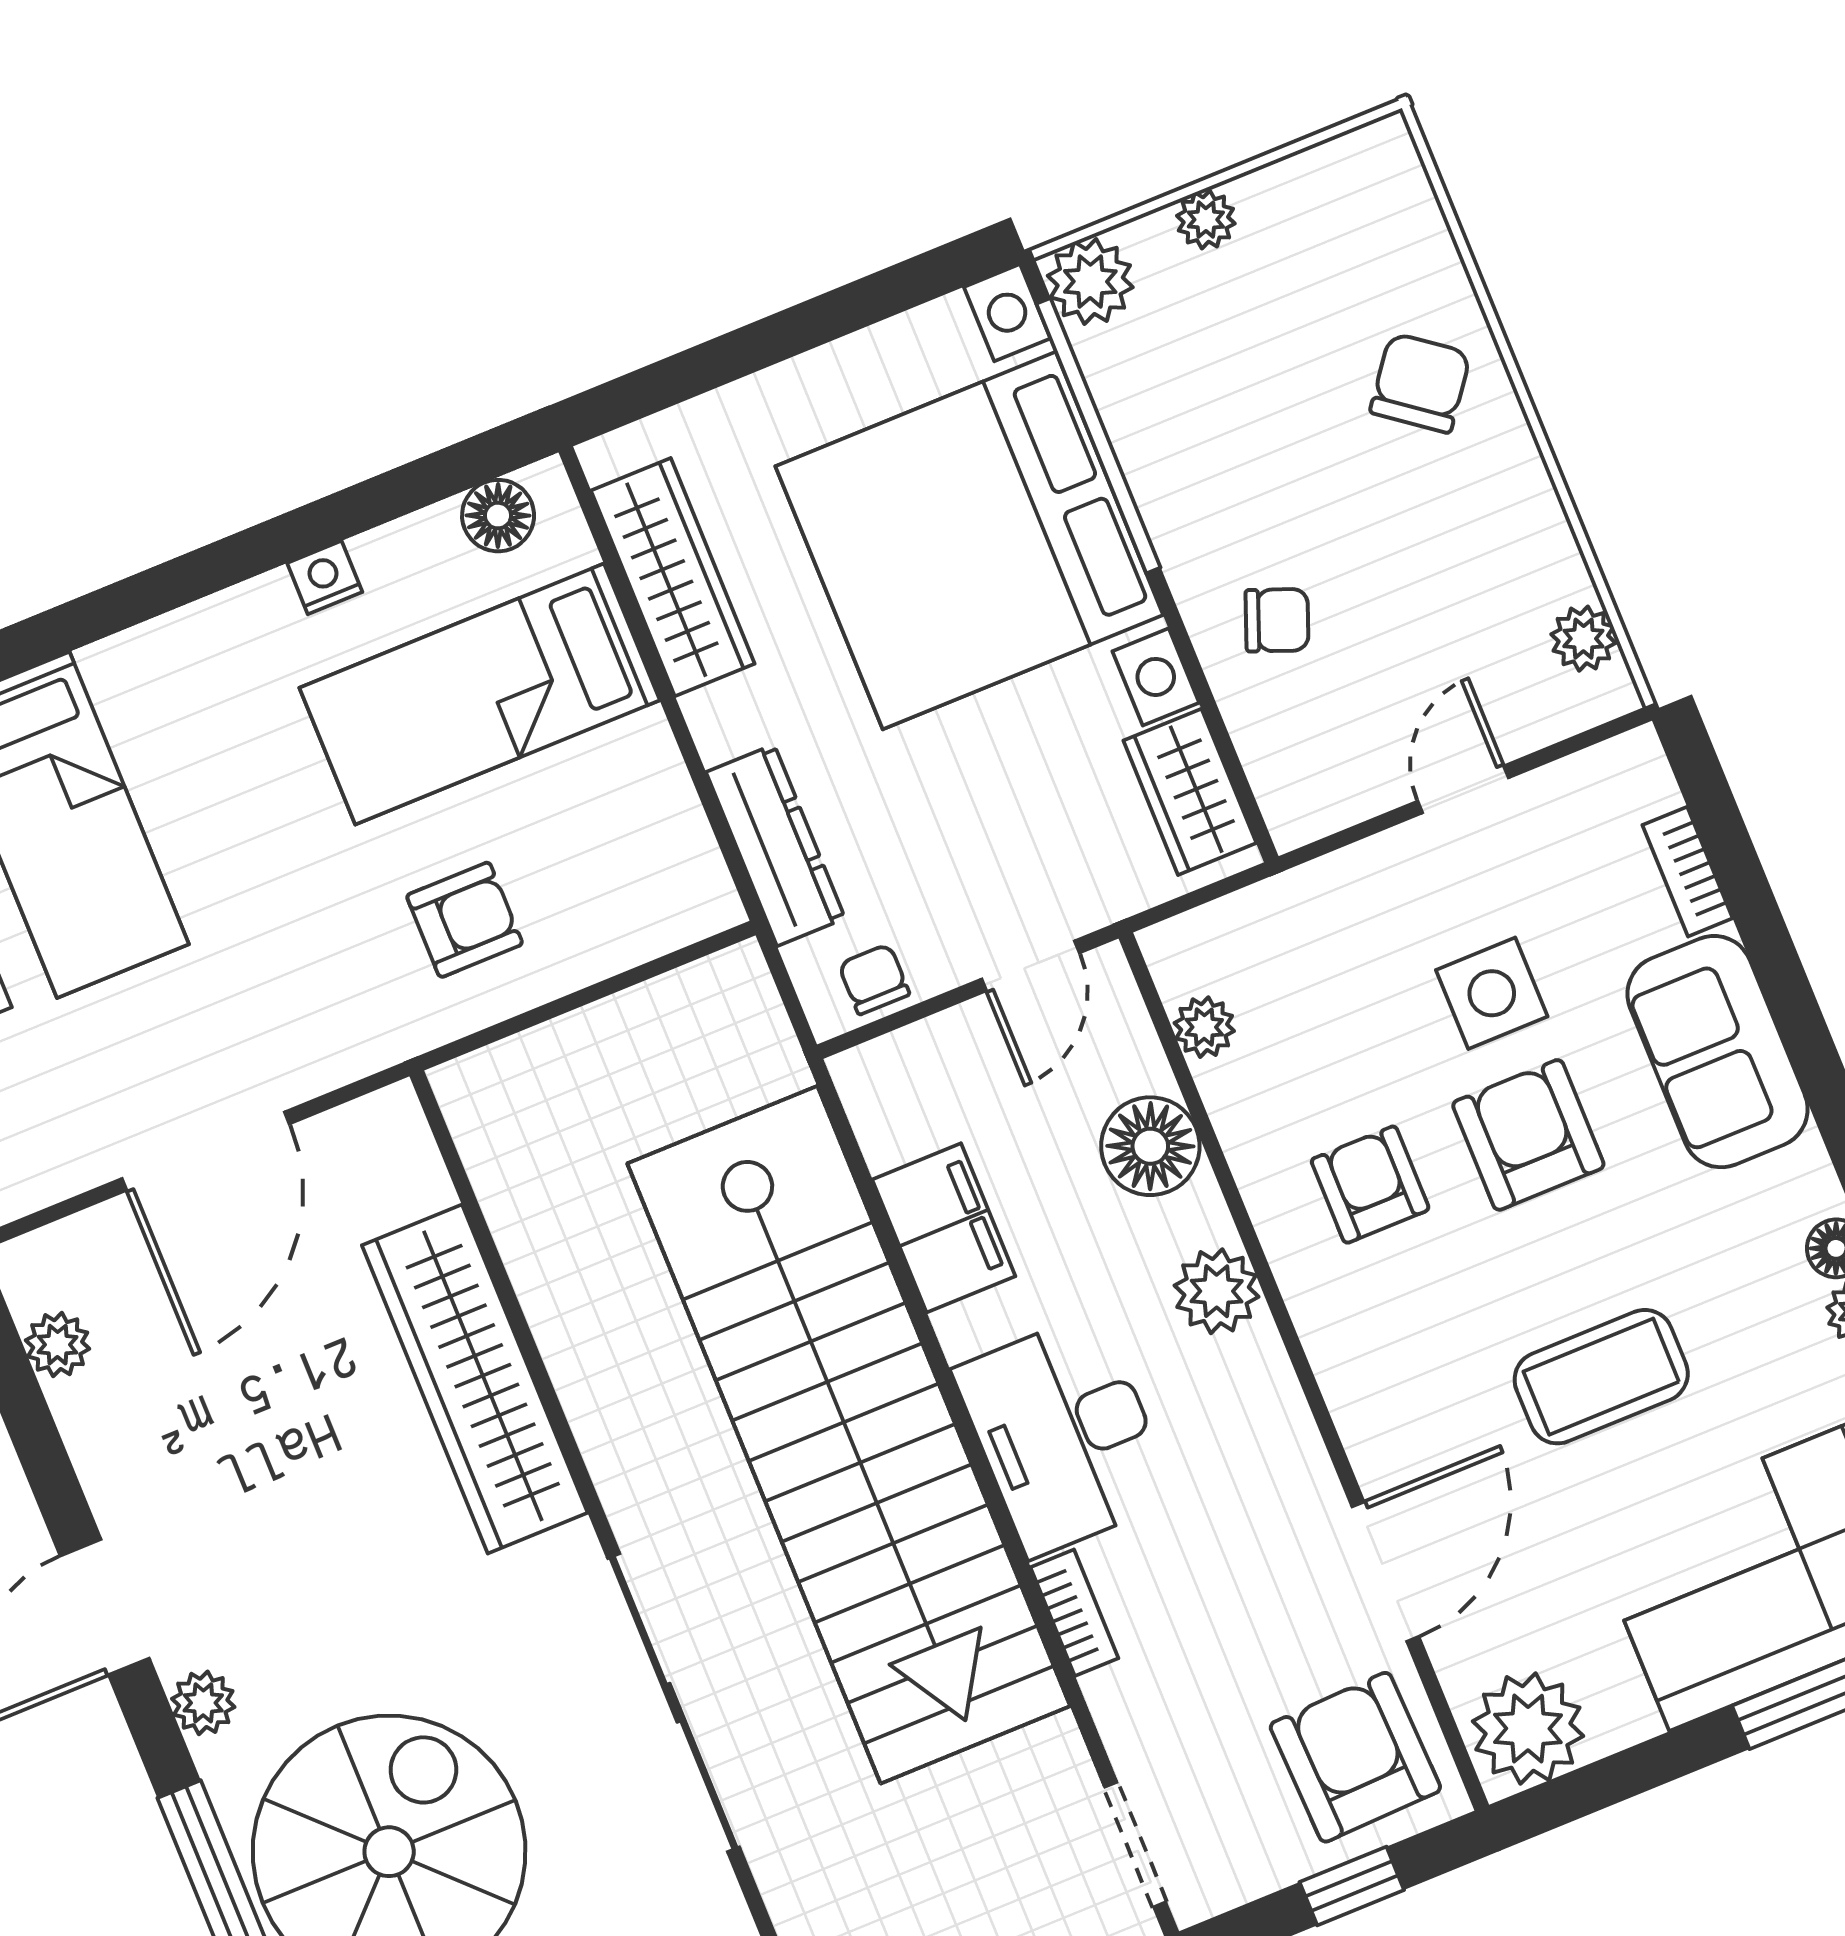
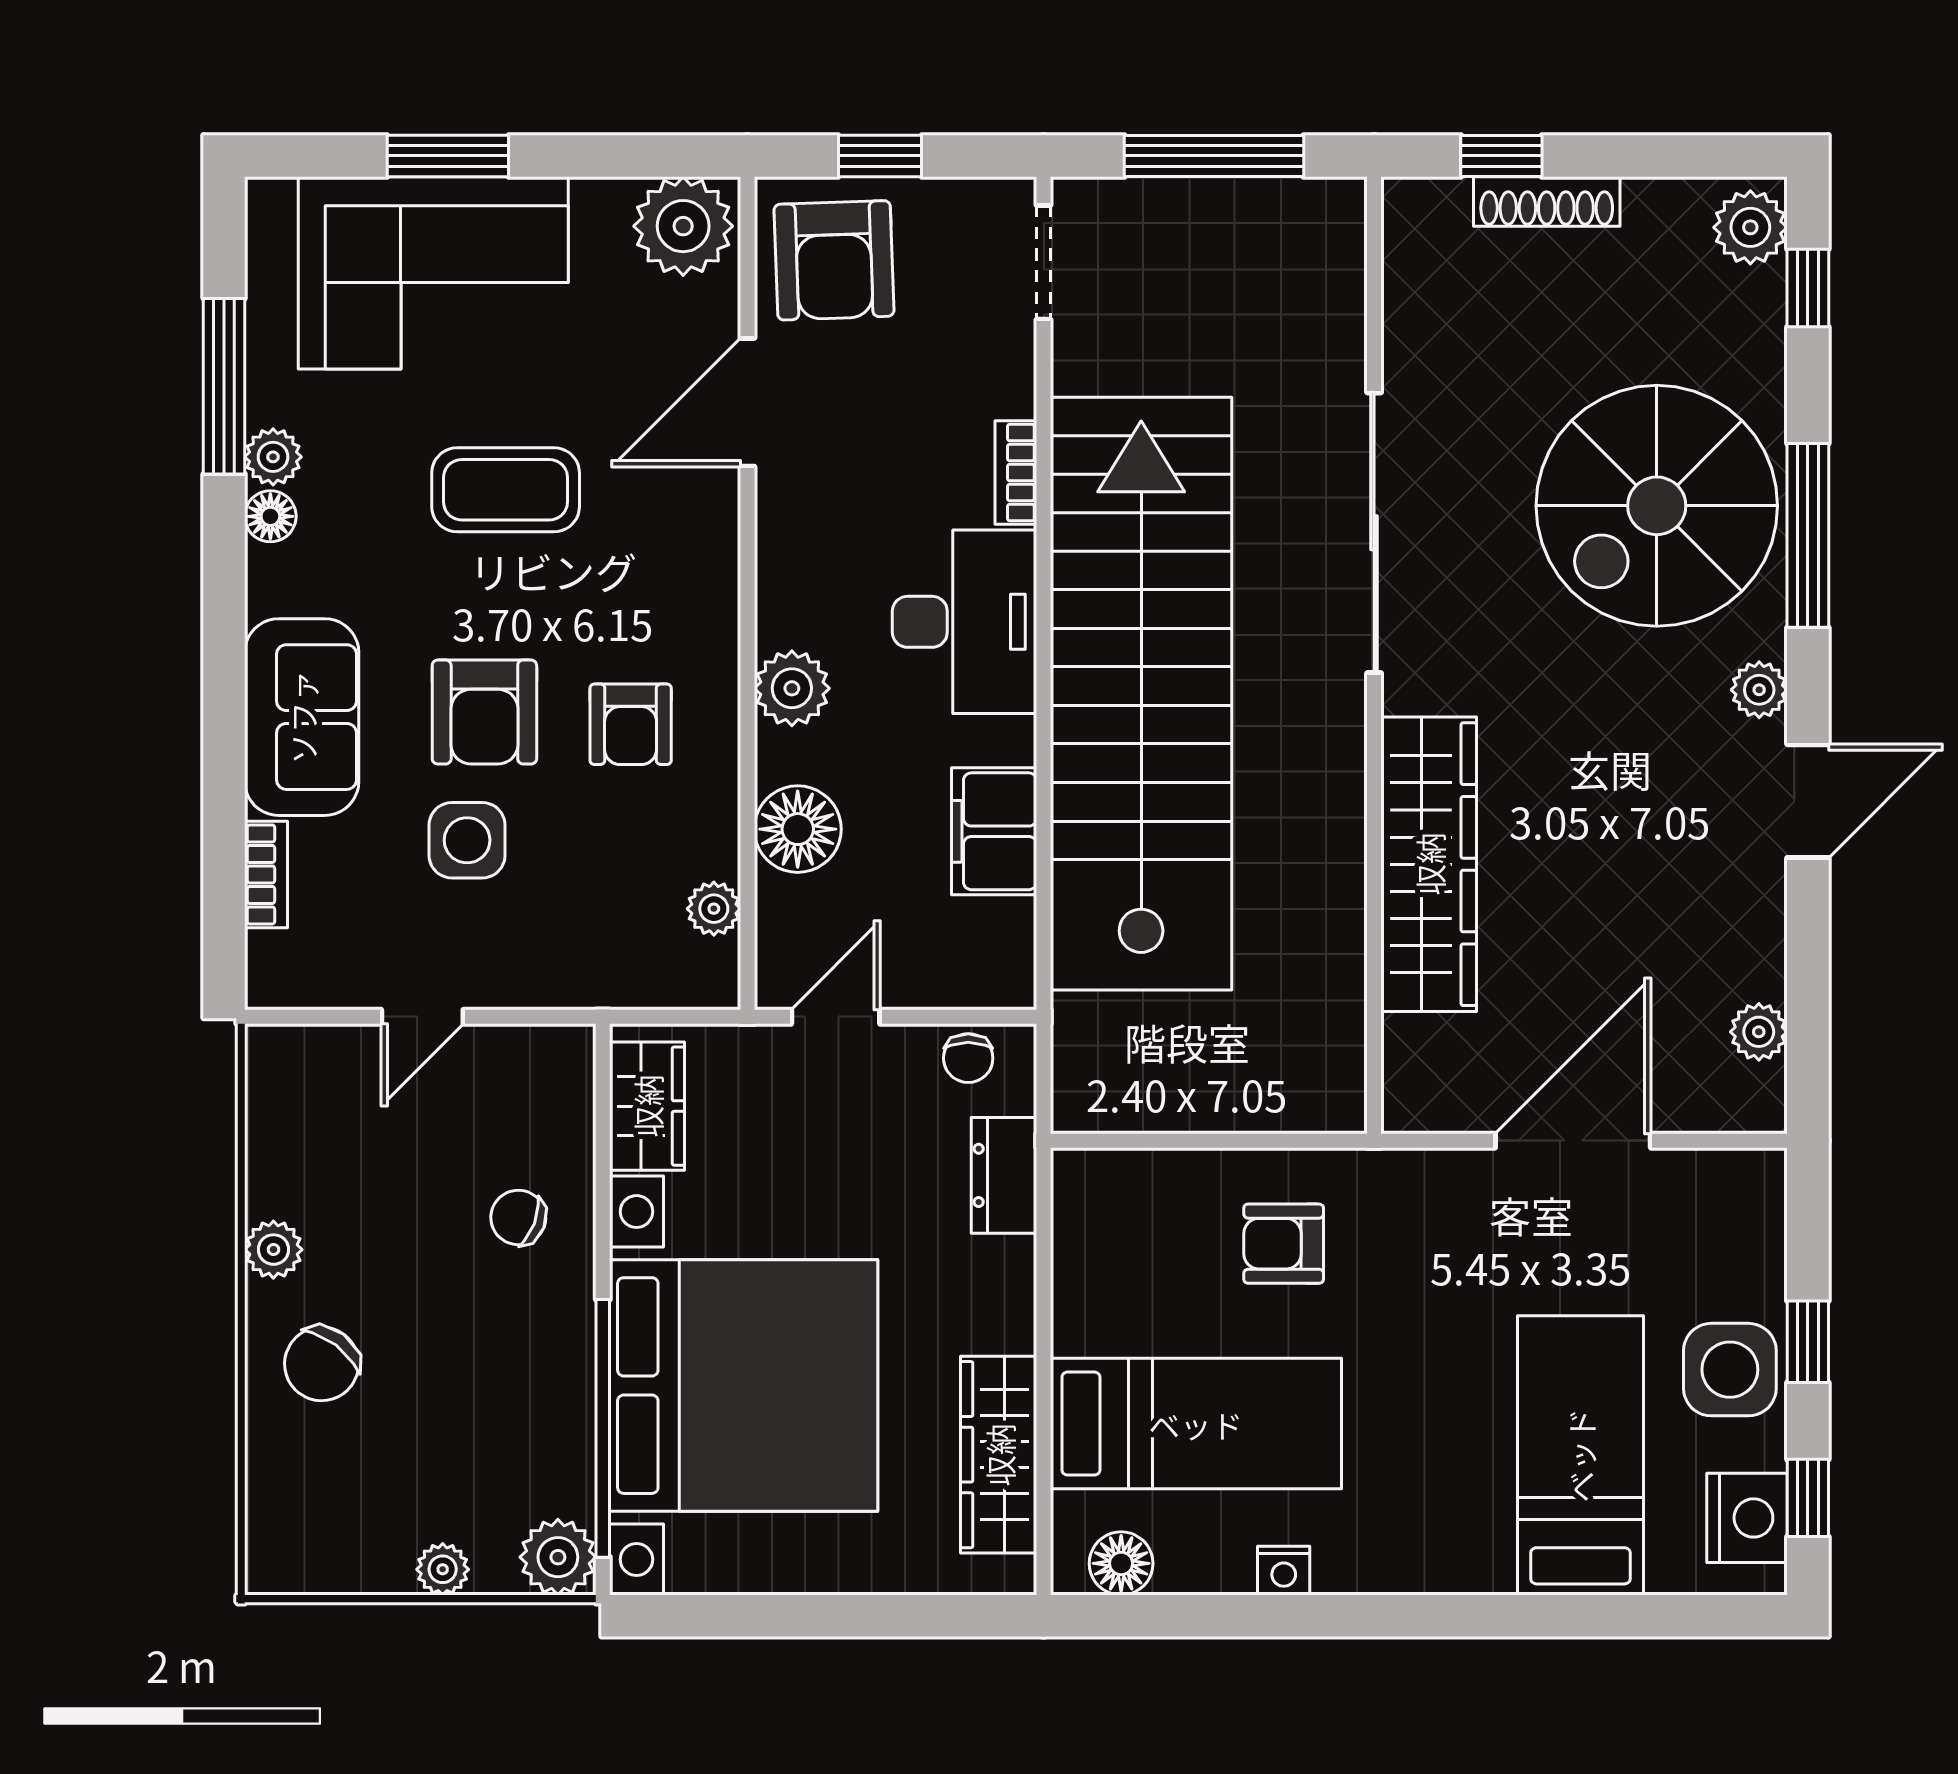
plant: (1583, 639) -> (273, 1250), moved
dresser: (776, 845) -> (1004, 1175), width x0.70

